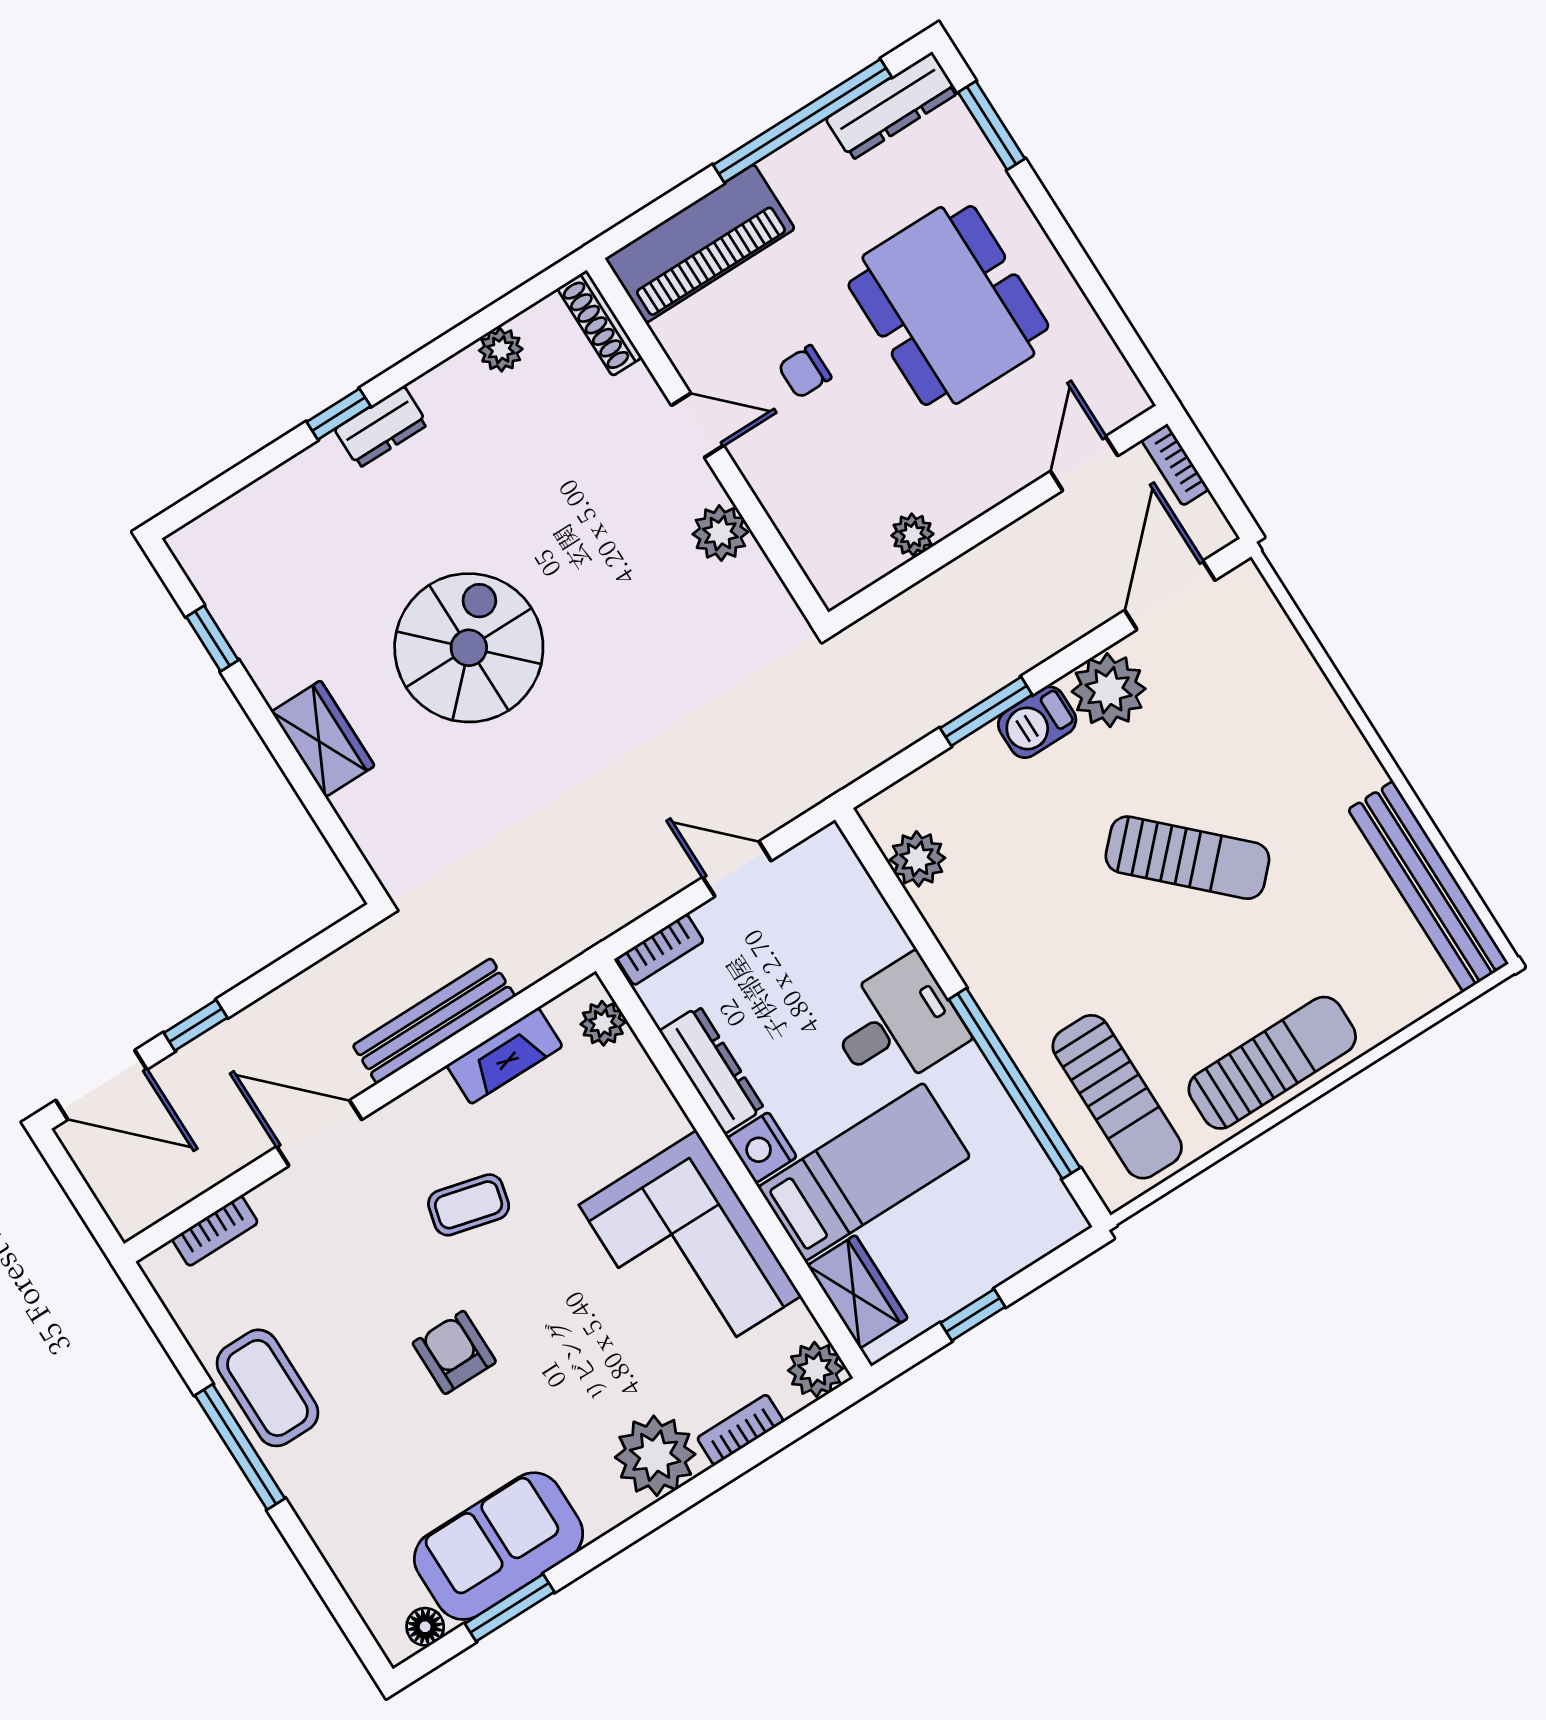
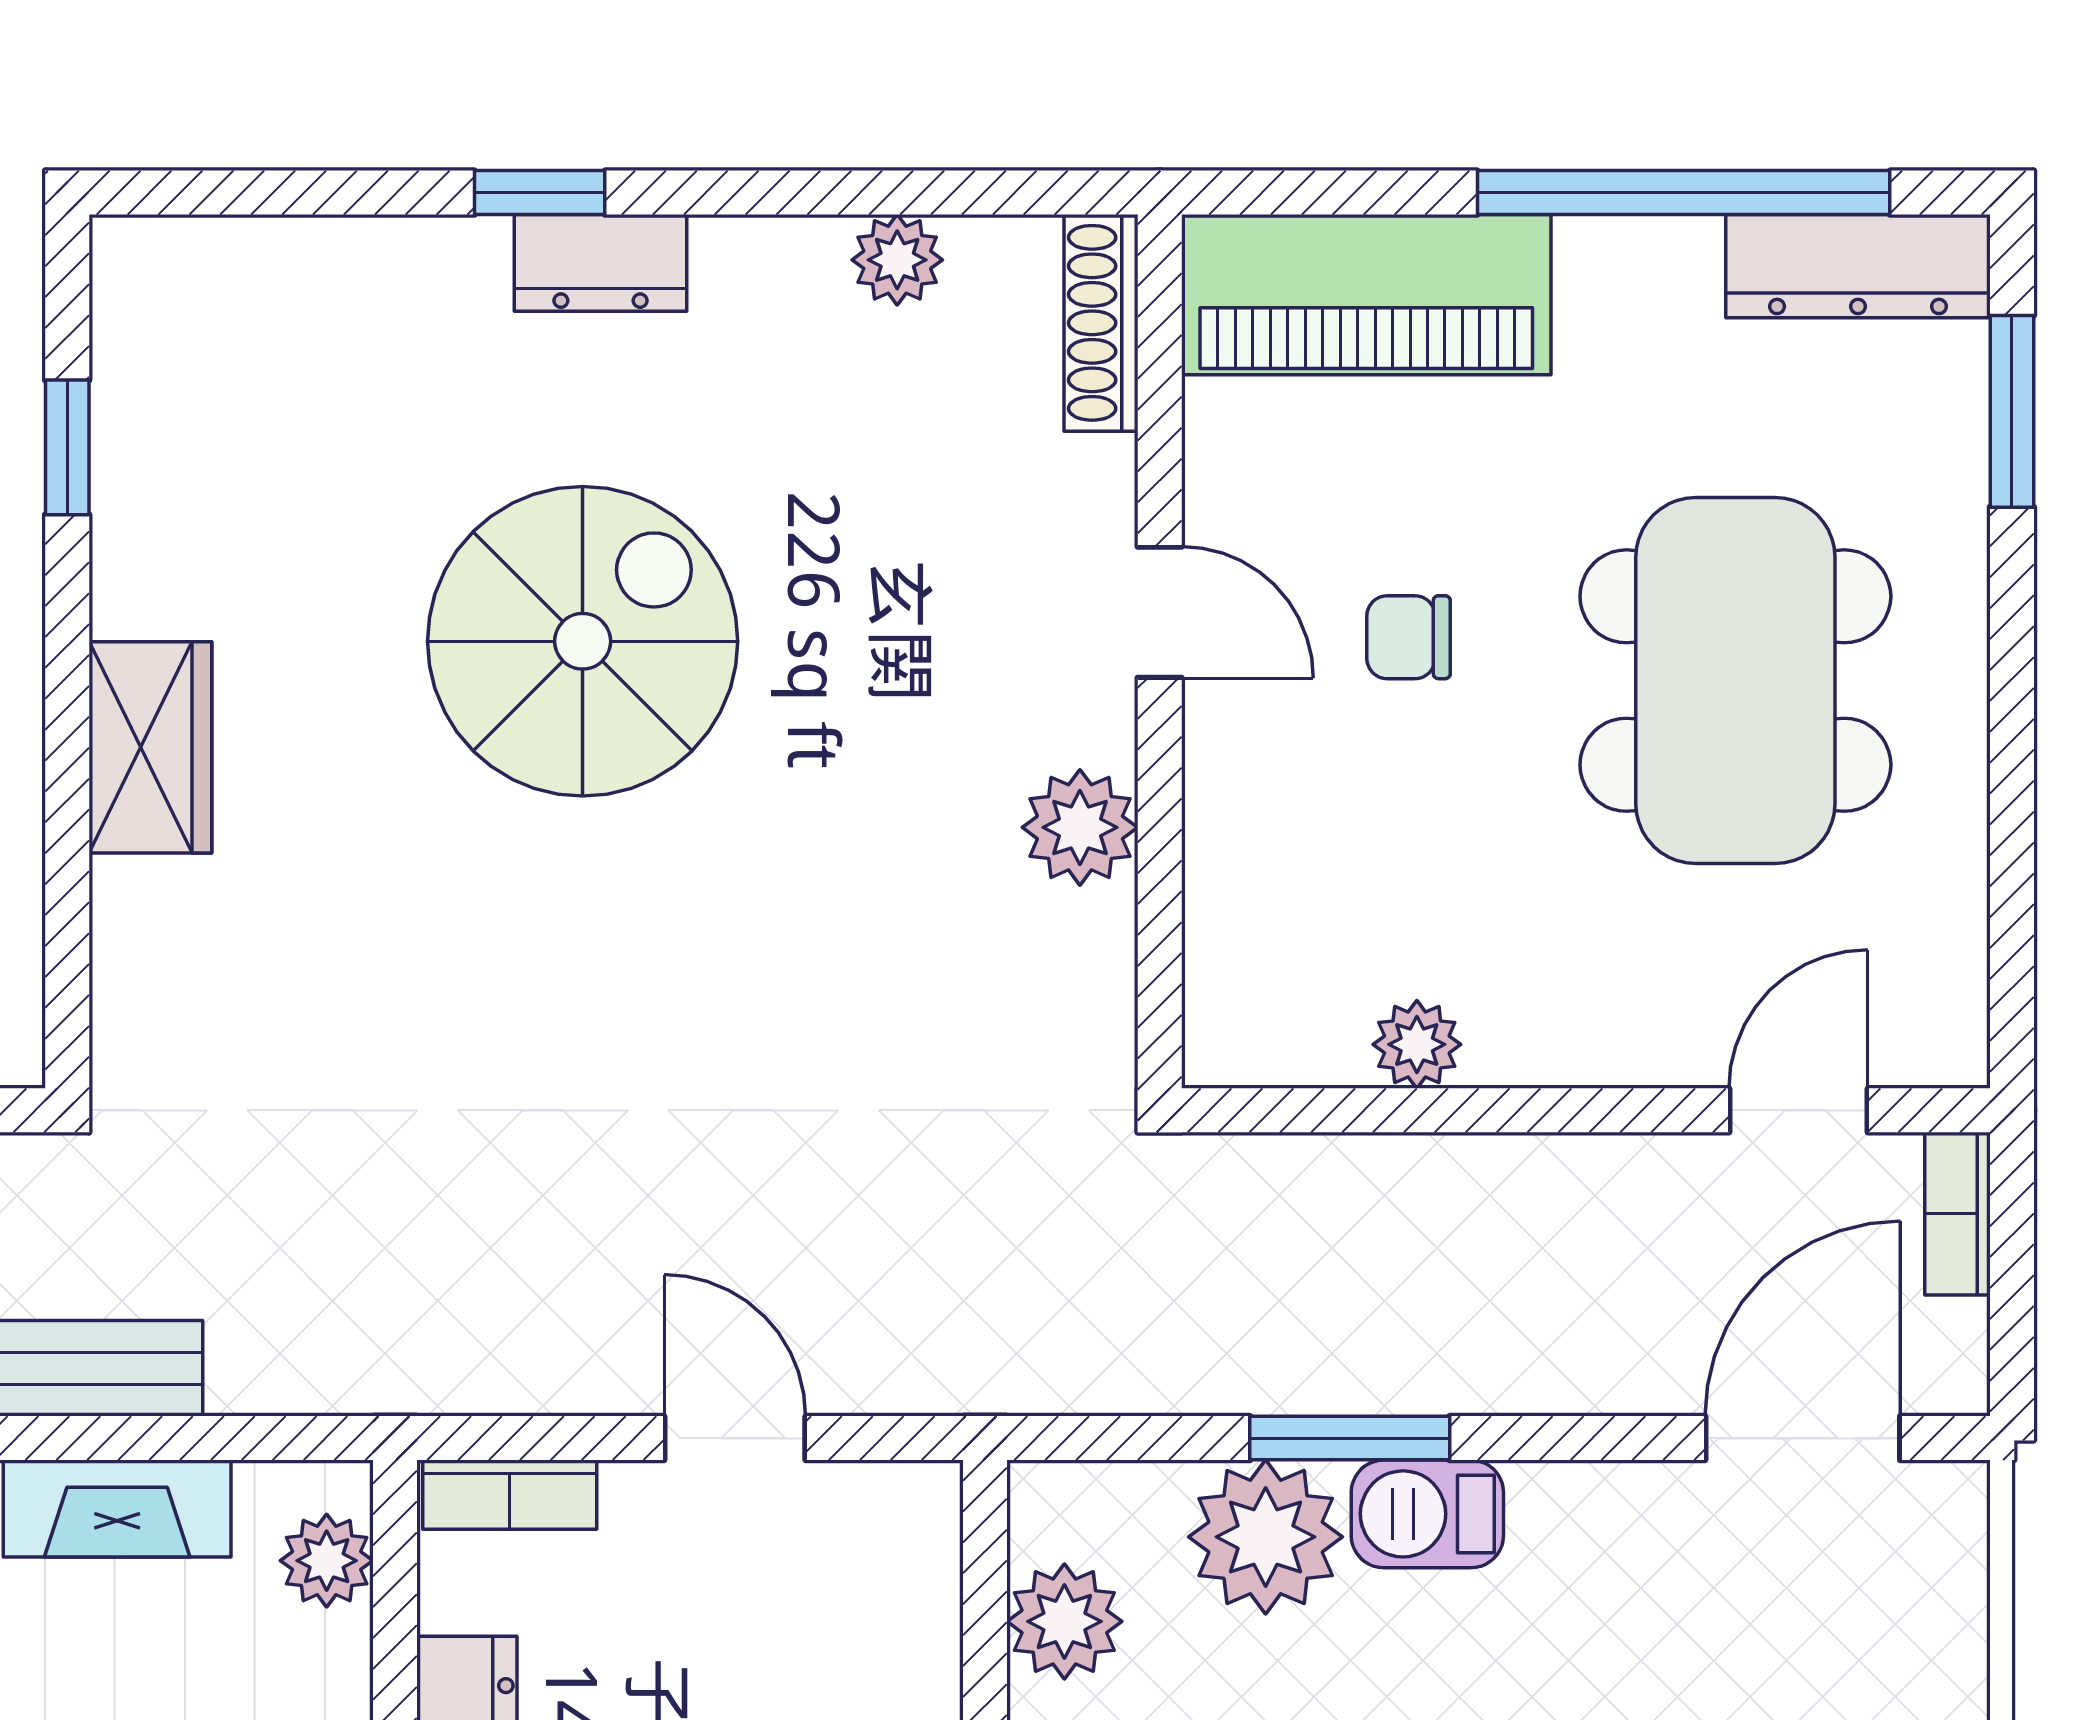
spiral stairs: (469, 648) -> (583, 641), moved
plant: (1109, 690) -> (1266, 1537), moved

